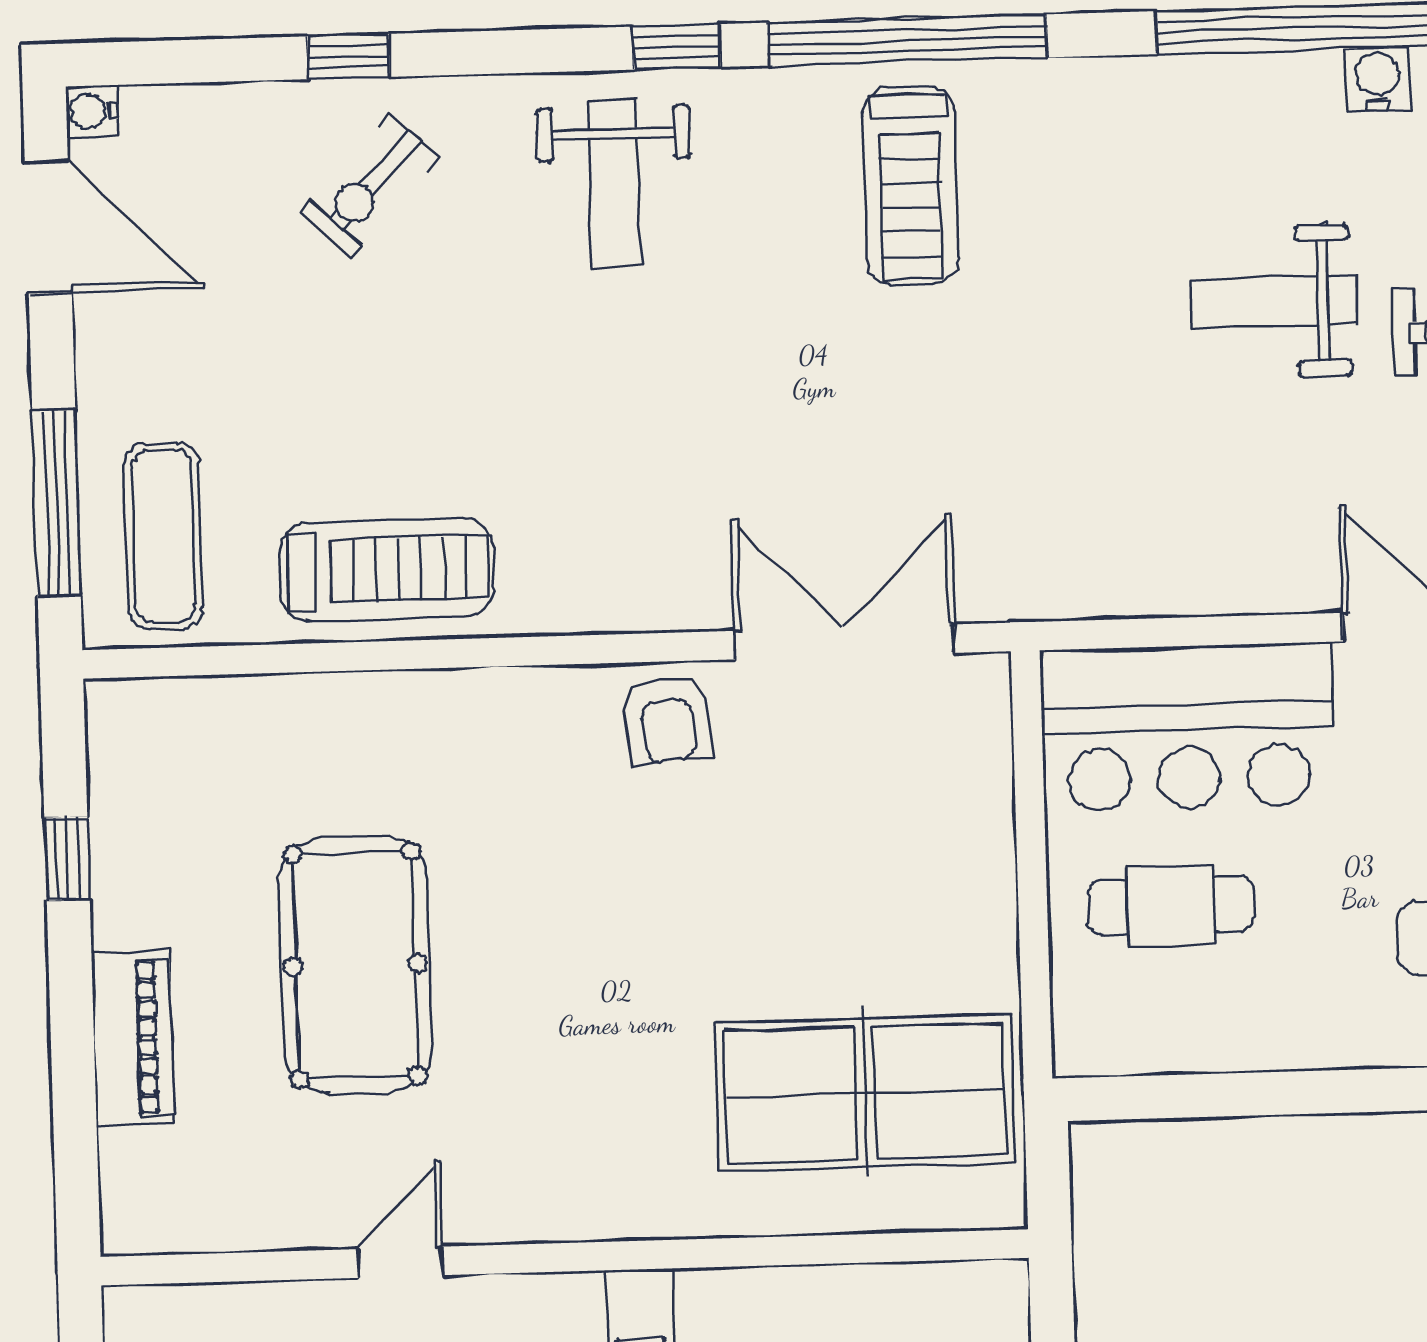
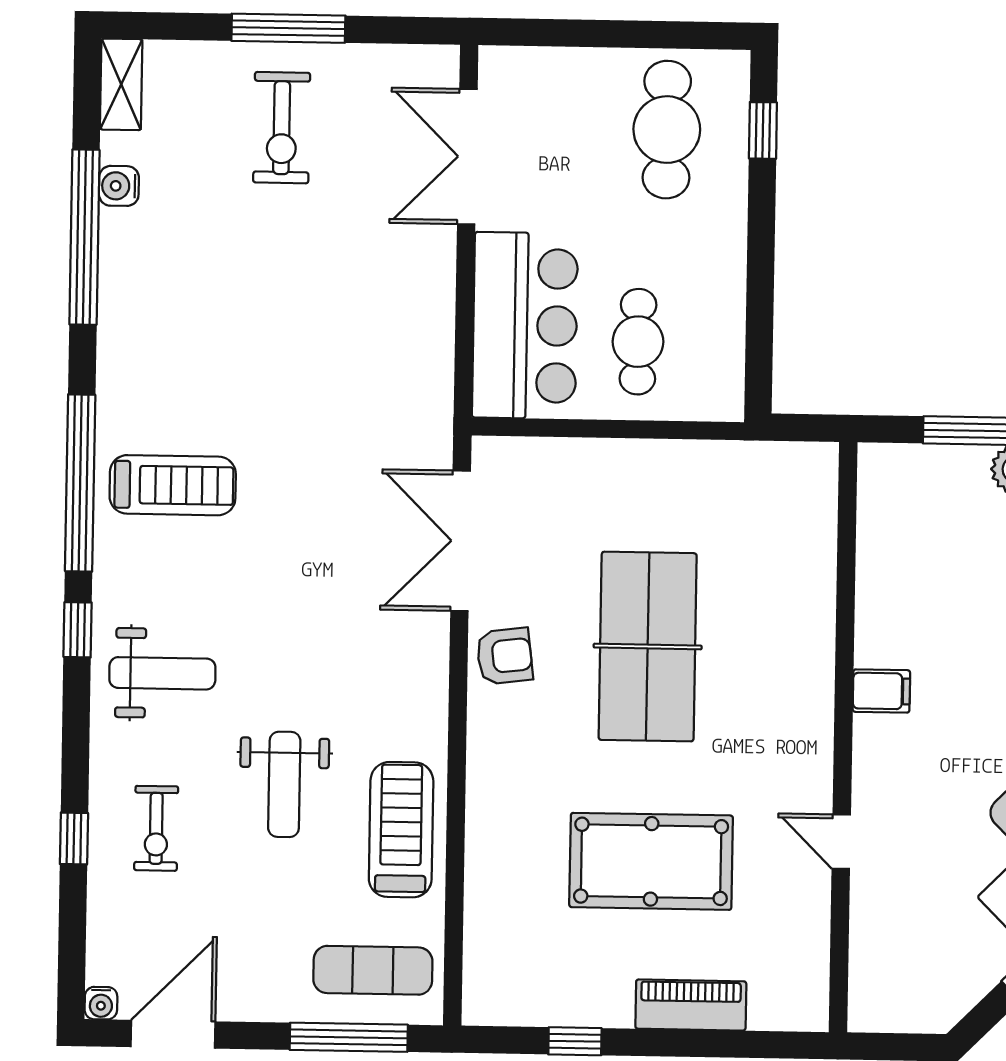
exercise bike: (370, 185) -> (156, 828), turned 46
weight bench: (1274, 302) -> (284, 784), moved
table tennis table: (865, 1093) -> (648, 647), moved

